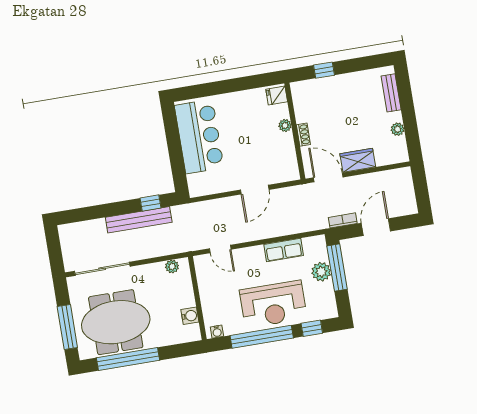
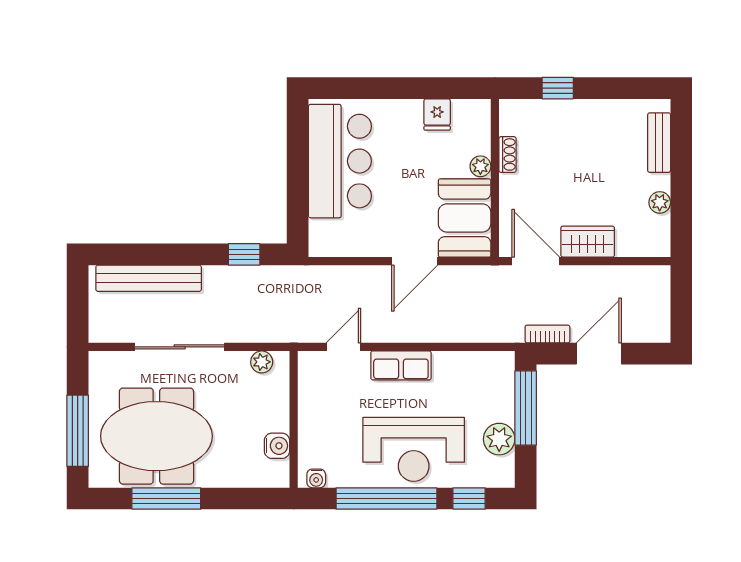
fridge: (277, 96) -> (437, 114), moved, turned -90
shoe rack: (303, 135) -> (507, 154), moved
booth: (281, 158) -> (465, 218), added
bench: (139, 220) -> (149, 278), moved
door: (220, 249) -> (343, 347), swing flipped
row of seats: (284, 250) -> (401, 365), moved
sliding door: (102, 269) -> (180, 347), moved
plant: (321, 272) -> (499, 439), moved
window: (128, 359) -> (166, 499), width x0.68

